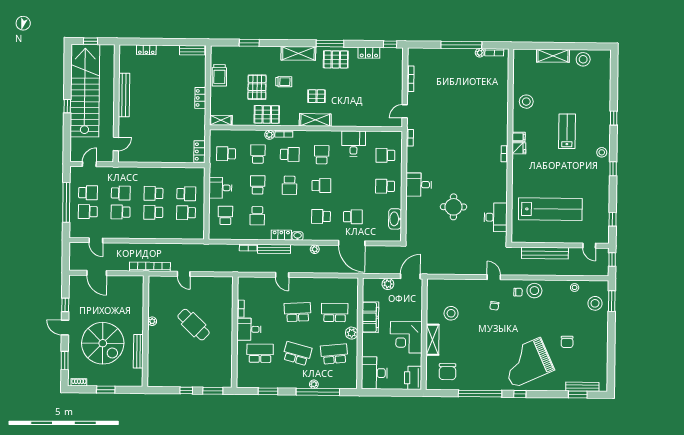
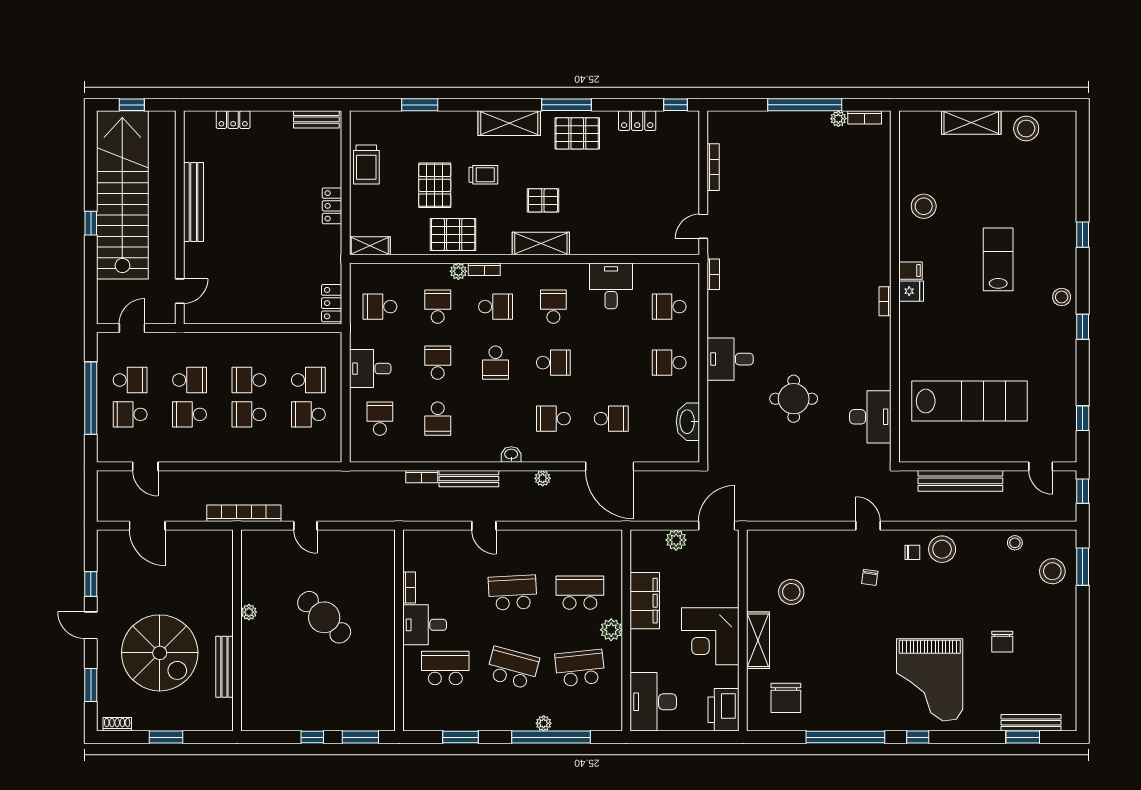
locker: (281, 235) -> (482, 453), removed
grand piano: (527, 362) -> (930, 680), turned -66

